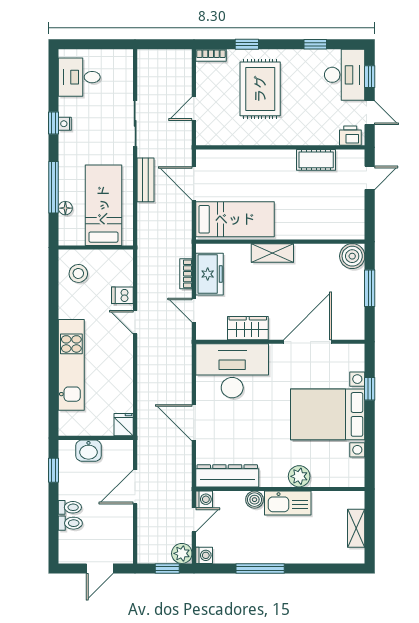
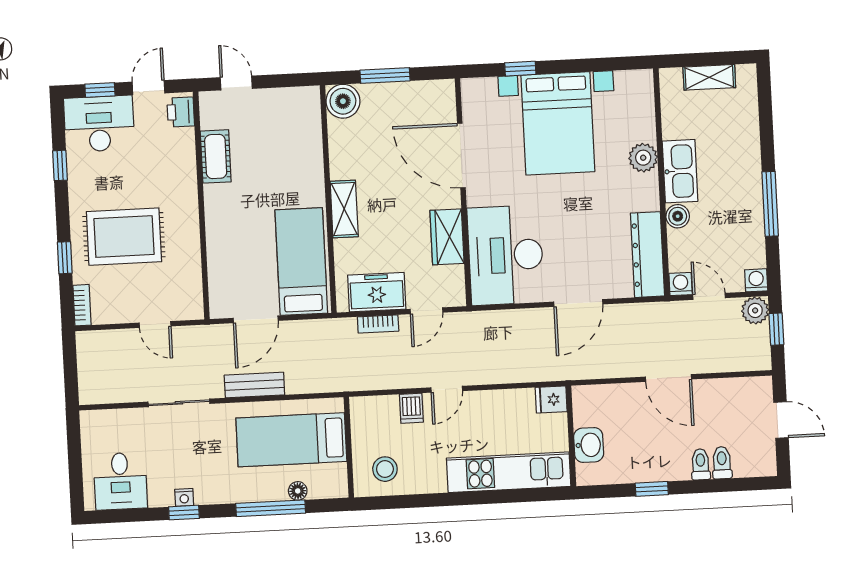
fridge: (124, 425) -> (551, 399), moved
wall: (96, 438) -> (571, 436), moved
washbasin: (88, 451) -> (589, 445), moved

